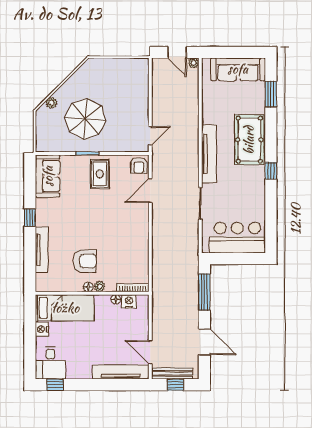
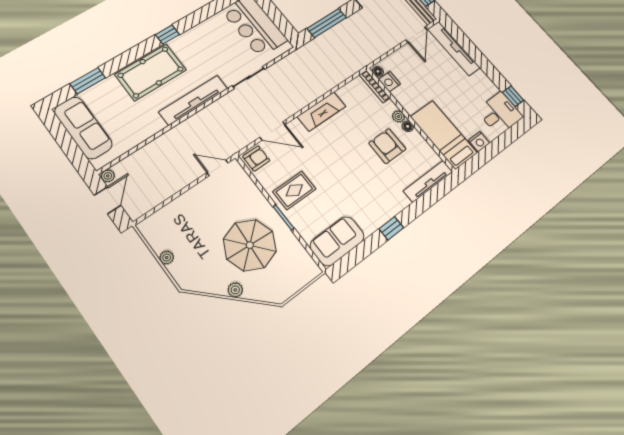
plant: (115, 63) -> (167, 258), added
plant: (51, 103) -> (235, 290), moved
fireplace: (141, 235) -> (322, 111), added
tv unit: (42, 250) -> (428, 181), moved
floor lamp: (116, 299) -> (378, 71), moved

